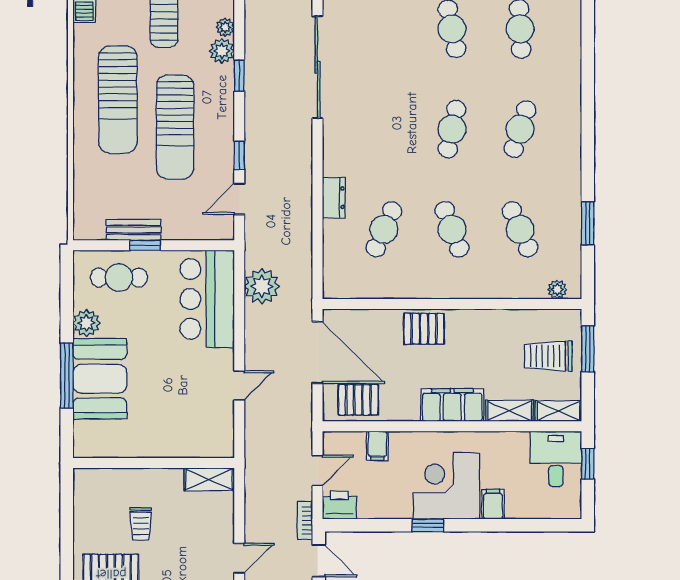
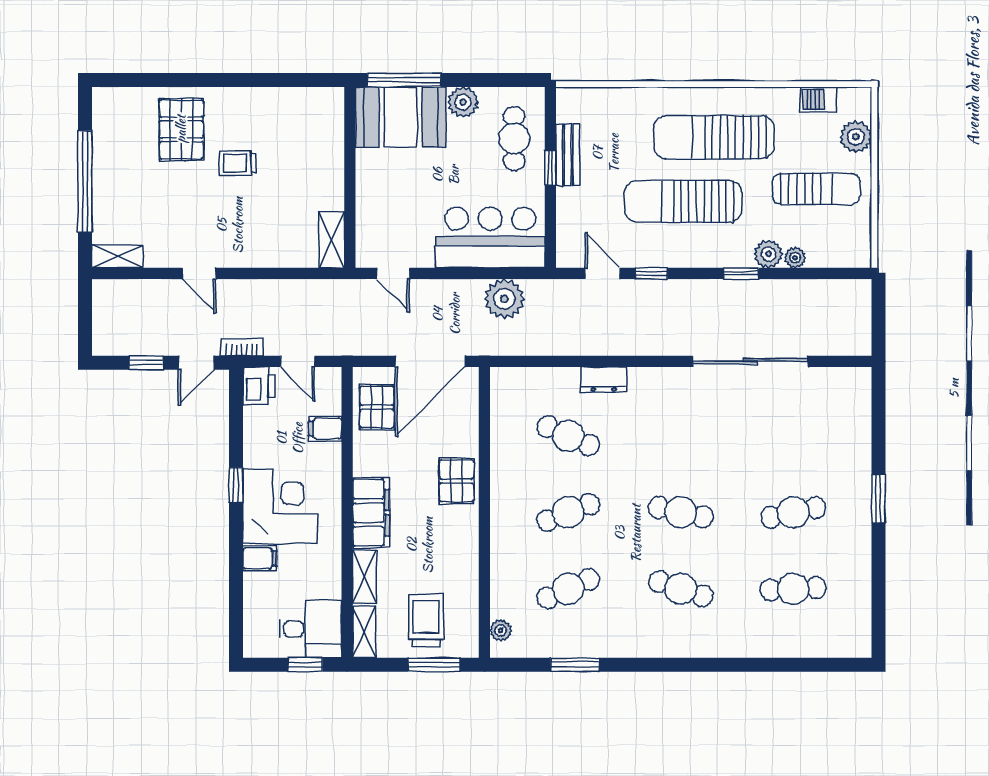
wall: (154, 463) -> (350, 177), moved
shelving: (209, 479) -> (332, 240), moved

